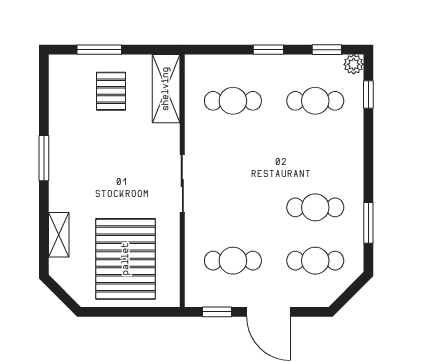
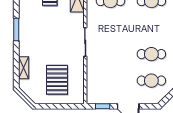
pallet: (126, 259) -> (57, 80), width x0.73, depth x0.71
cafe table: (233, 261) -> (110, 81), removed

